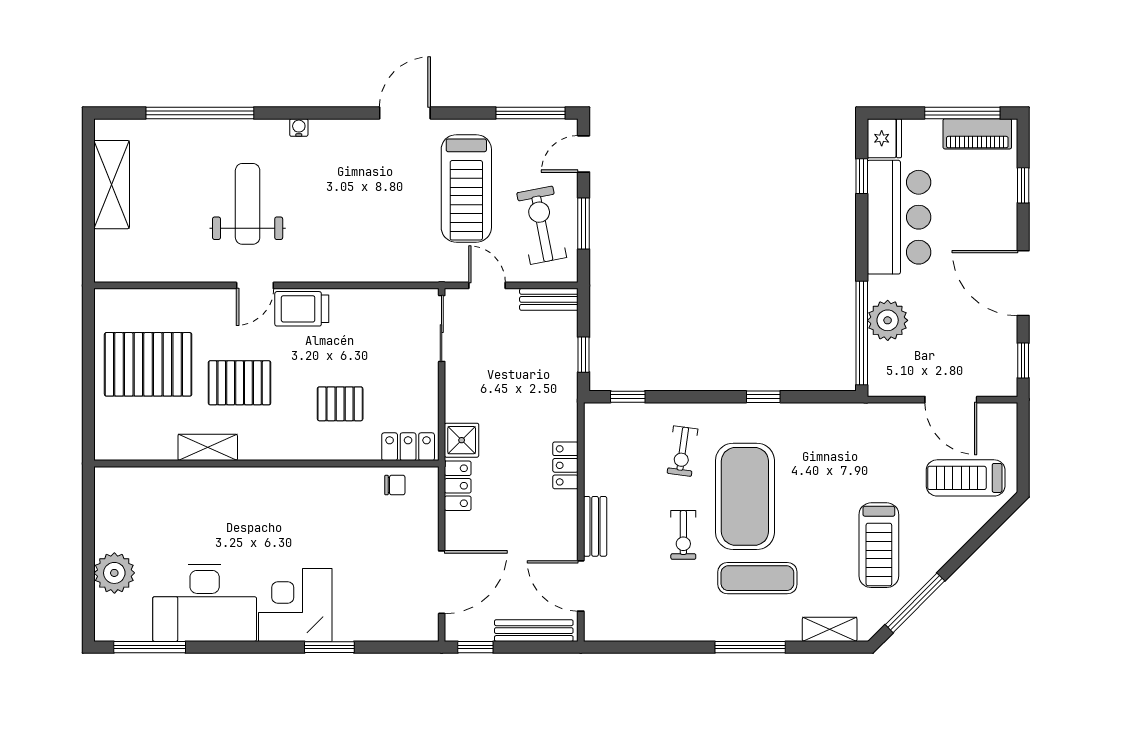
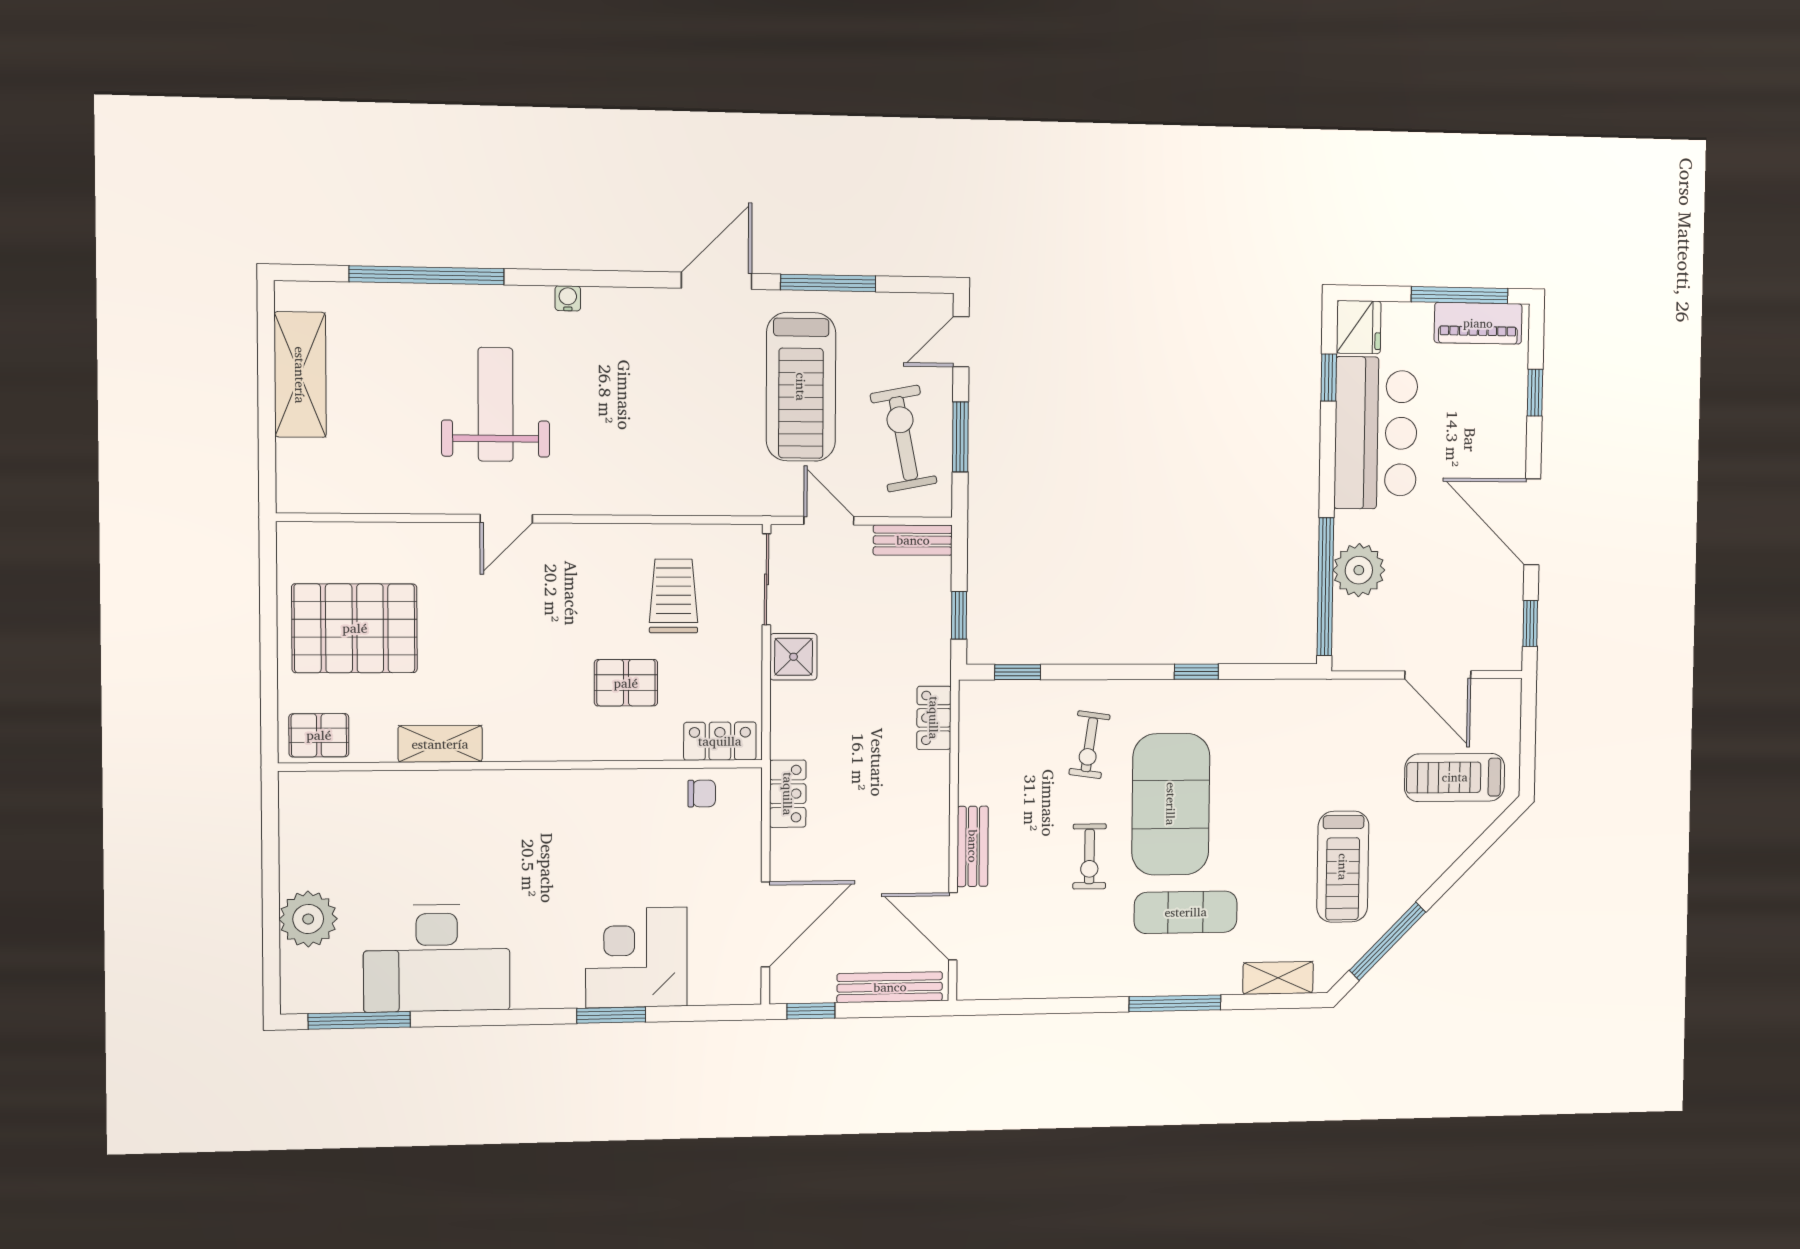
window: (530, 113) -> (828, 283), moved
trolley: (302, 309) -> (674, 596), moved, turned 90
pallet: (240, 383) -> (319, 735), moved, width x0.67, depth x0.71
shower: (462, 440) -> (794, 657), moved
locker: (565, 465) -> (934, 718), moved
corner desk: (295, 605) -> (636, 957), moved

